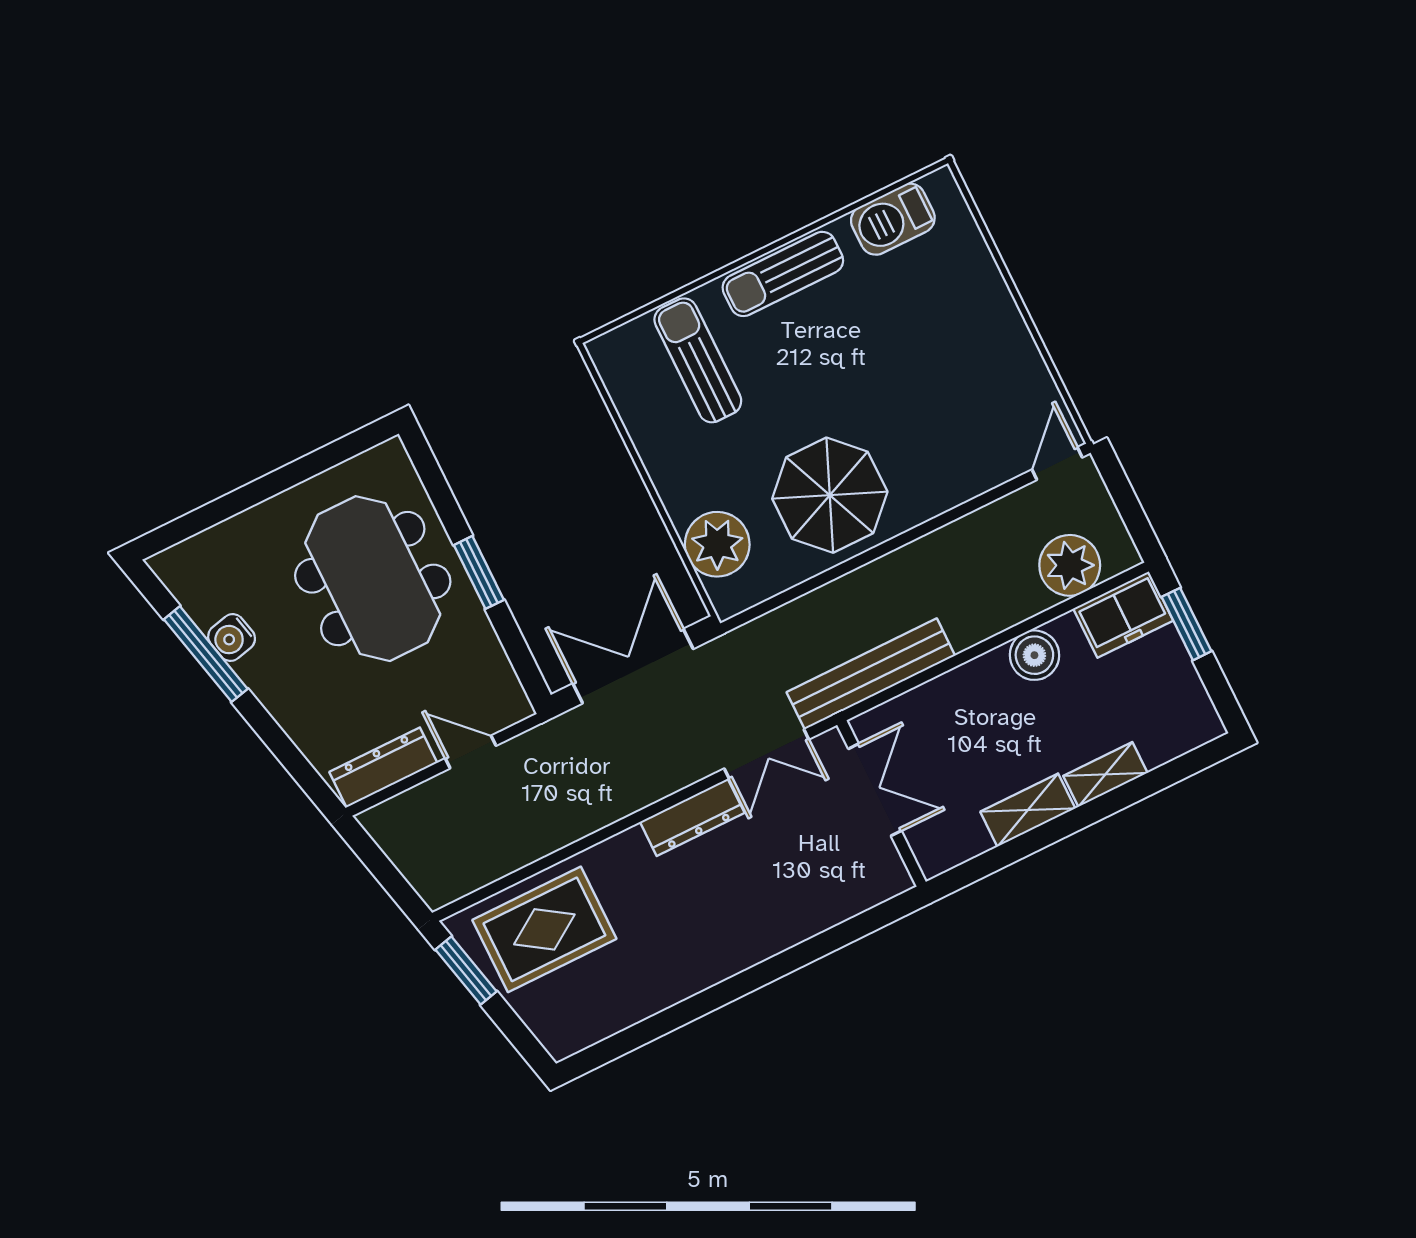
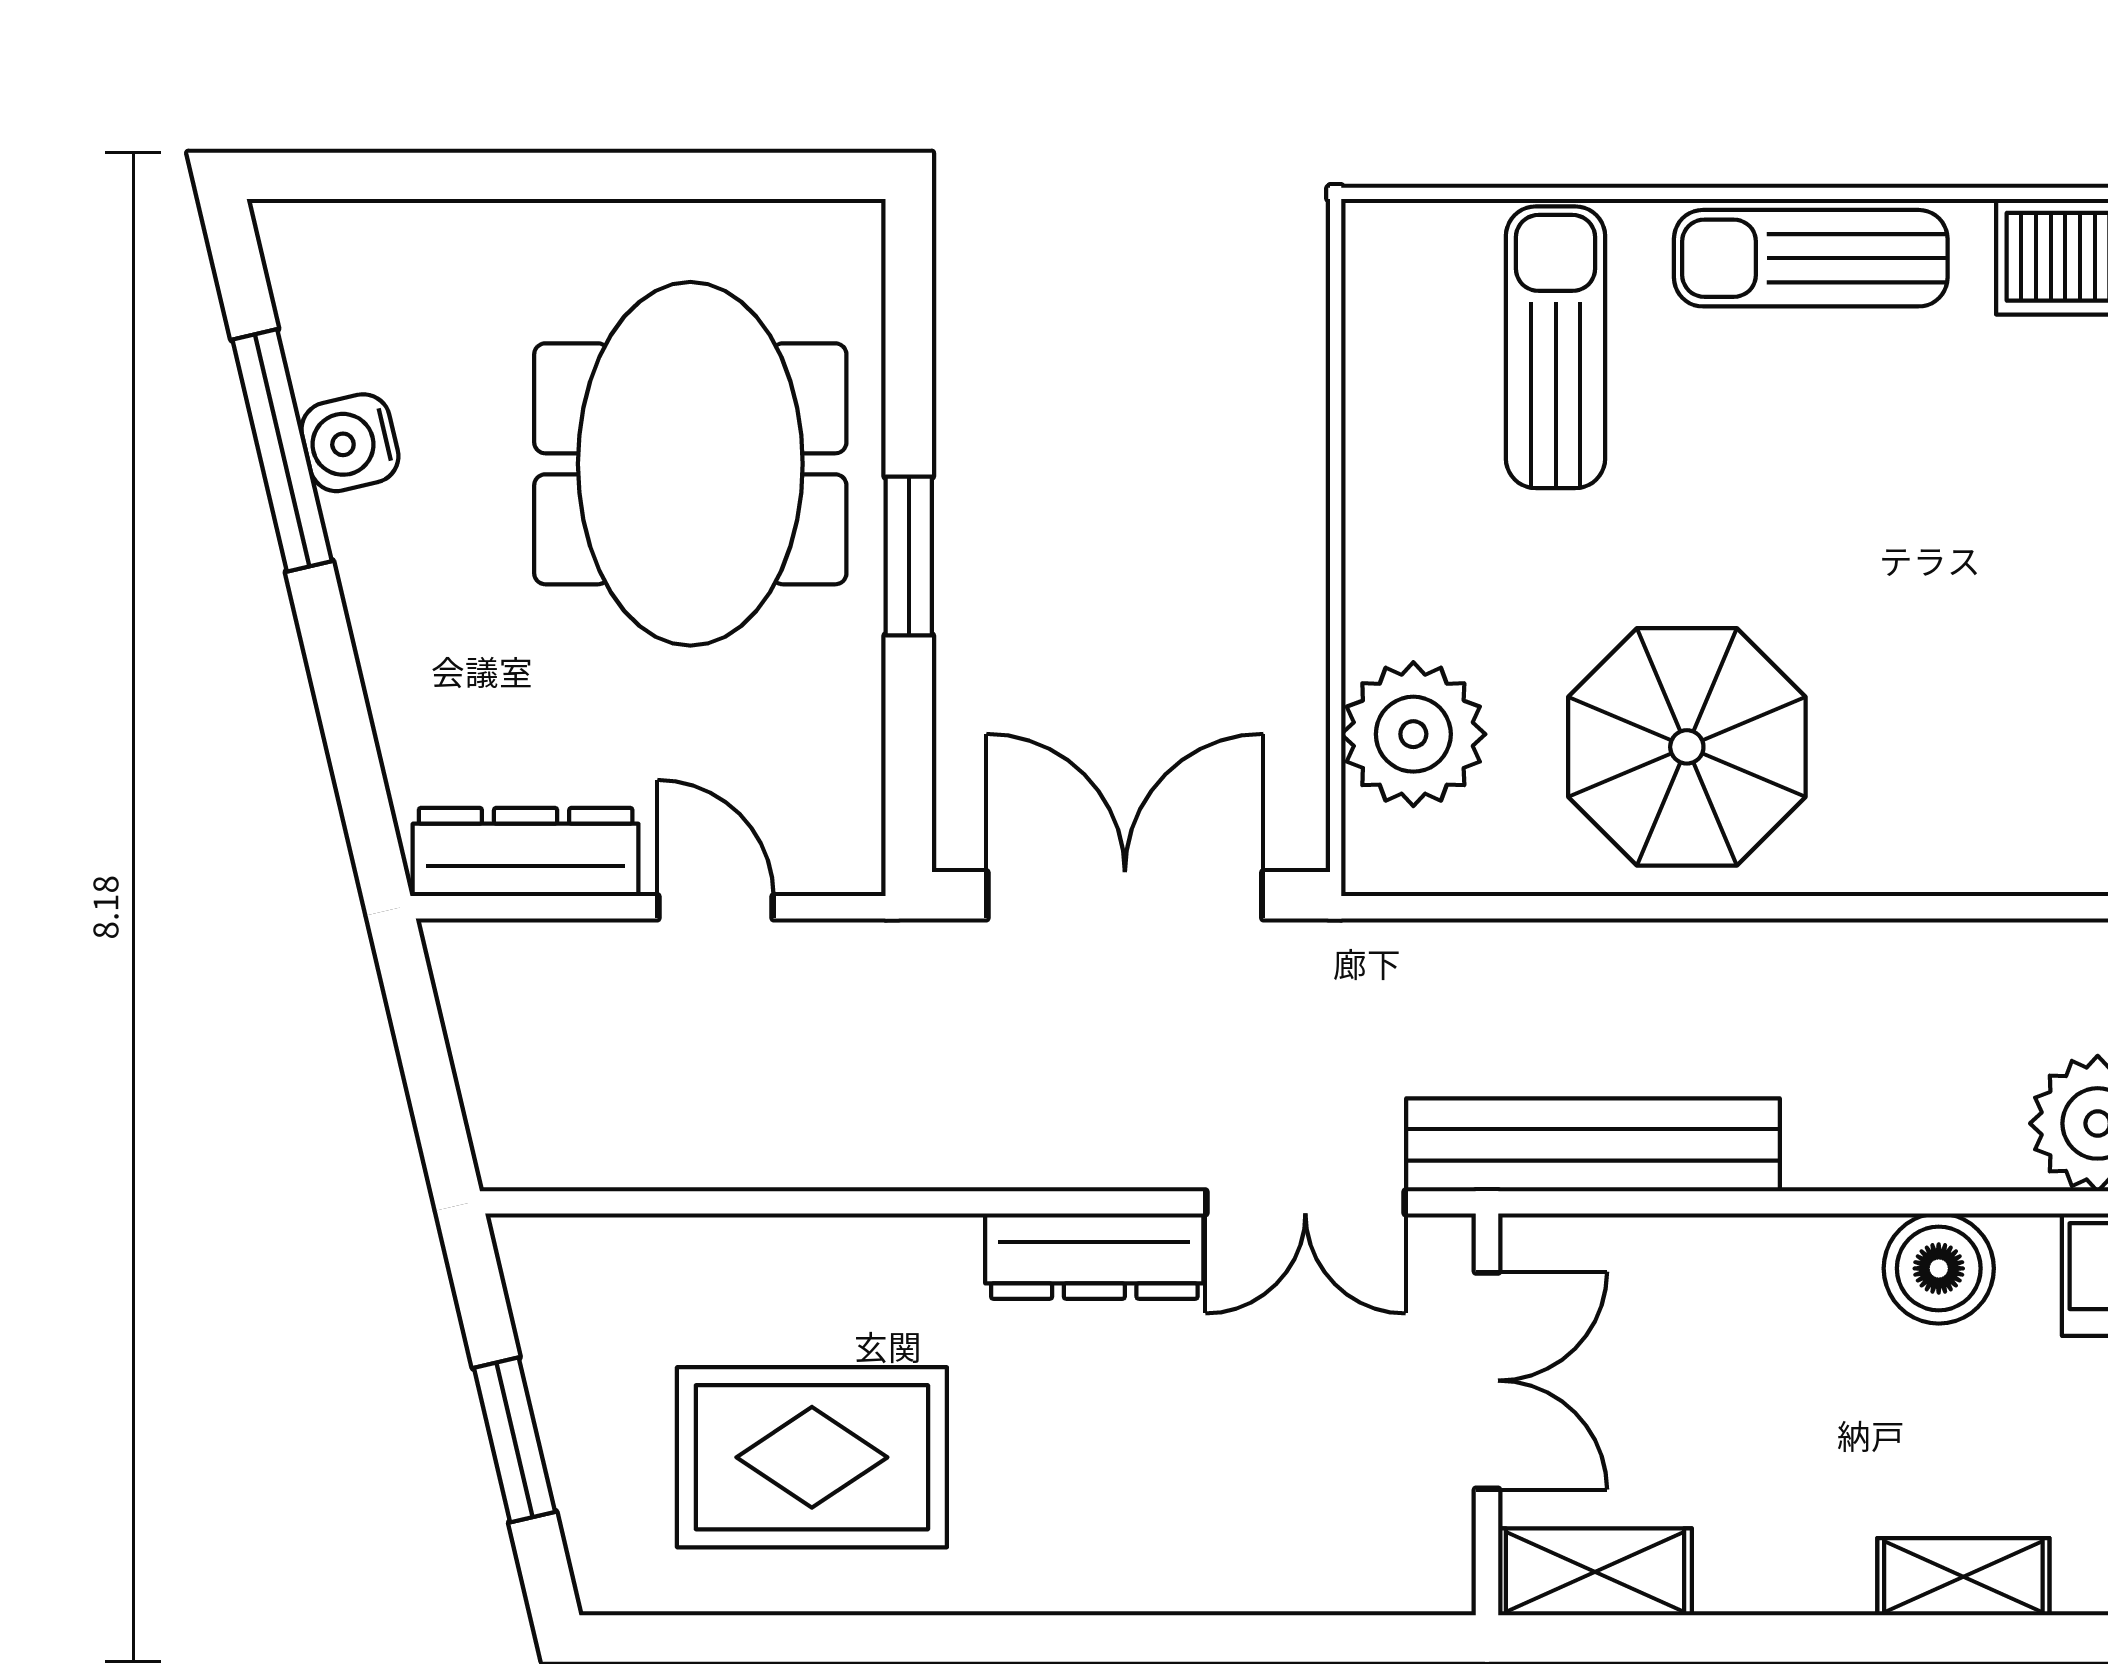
shelving: (1028, 810) -> (1595, 1572), moved
rug: (544, 929) -> (812, 1457), moved
window: (466, 970) -> (514, 1440), moved

